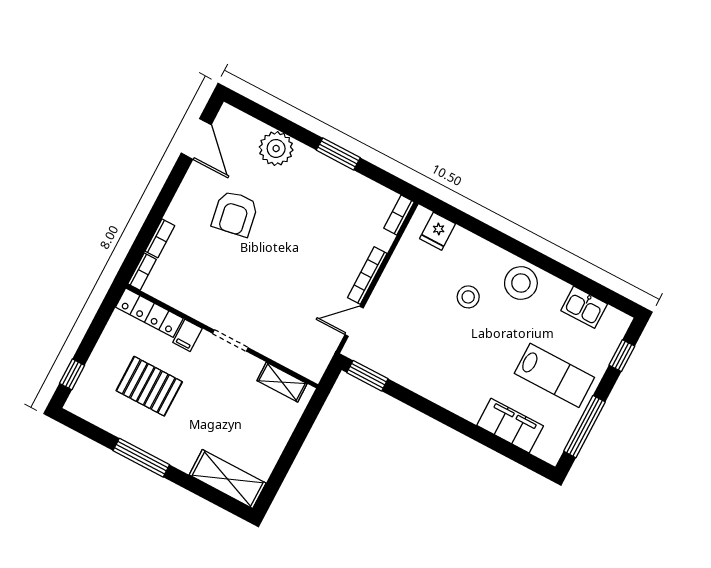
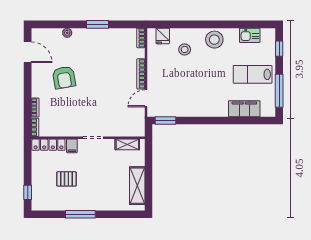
plant: (276, 148) -> (67, 33), width x0.53, depth x0.53
stool: (468, 297) -> (185, 49), moved
lab bench: (554, 375) -> (253, 74), turned 180
pallet: (149, 386) -> (66, 179), width x0.67, depth x0.71
shelving: (228, 479) -> (137, 186), moved, turned 90

